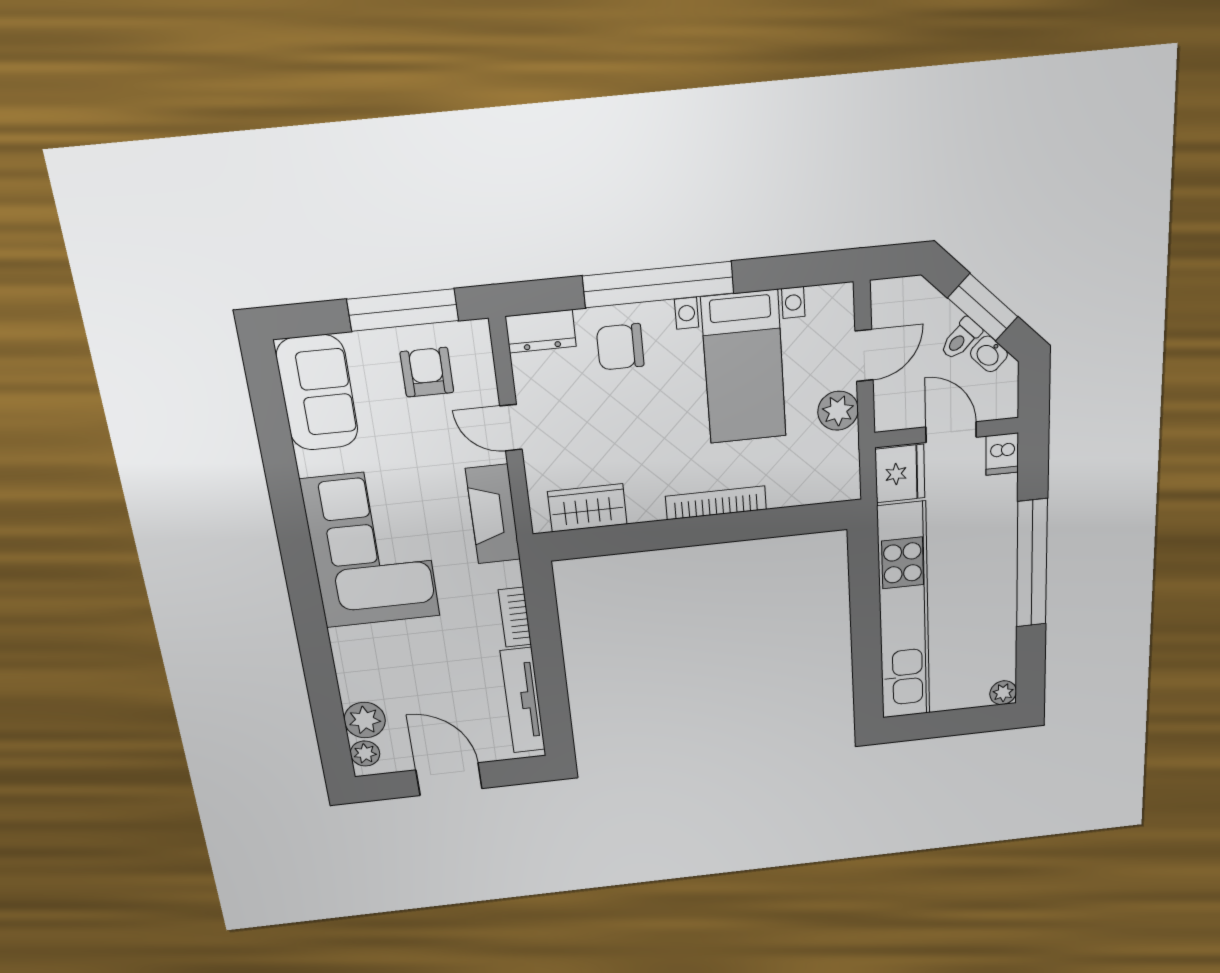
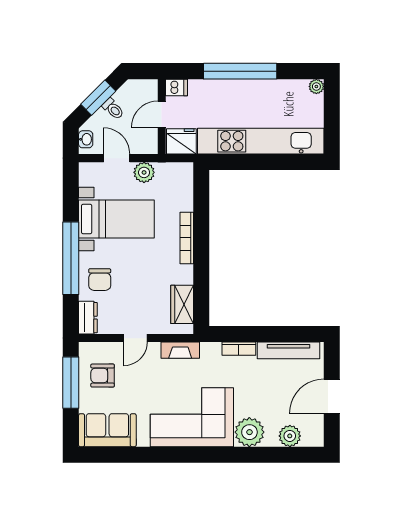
washbasin: (989, 354) -> (86, 139), moved, turned -45
fireplace: (493, 514) -> (180, 350), width x0.73, depth x0.76
plant: (365, 753) -> (249, 432), moved, width x1.88, depth x1.88

